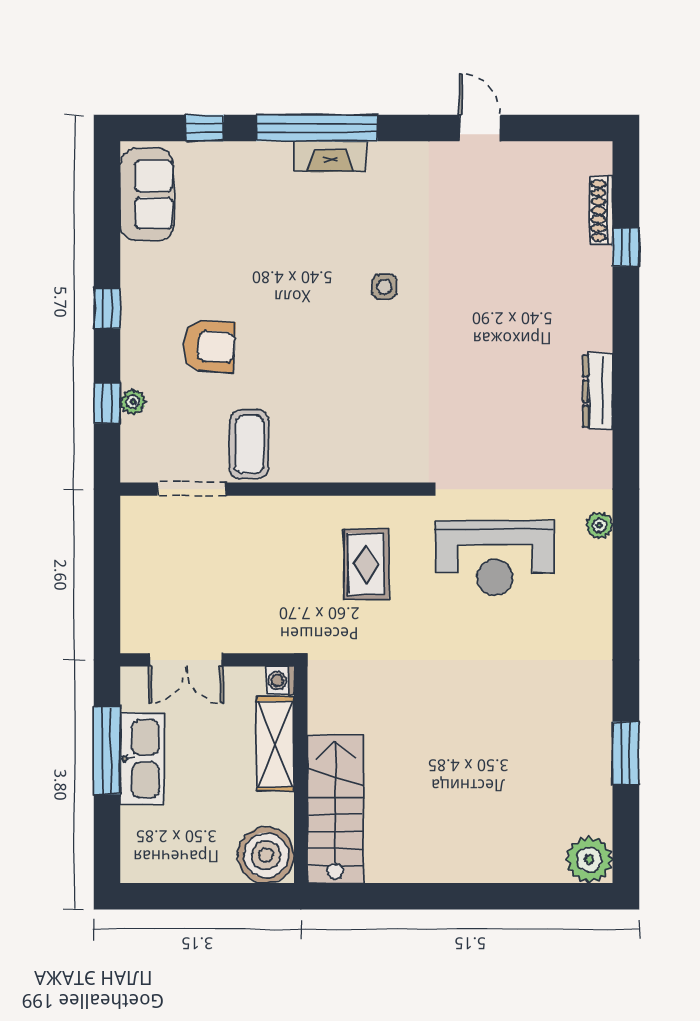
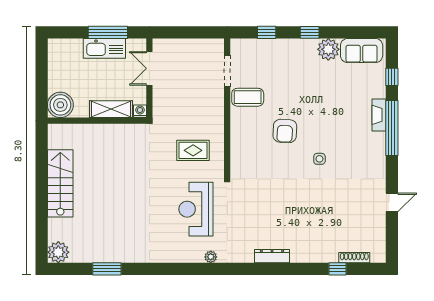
fireplace: (330, 156) -> (379, 115), moved
armchair: (209, 346) -> (285, 131), moved
plant: (133, 402) -> (328, 49), moved, width x1.88, depth x1.88
stairs: (335, 809) -> (60, 183), moved, turned -90

